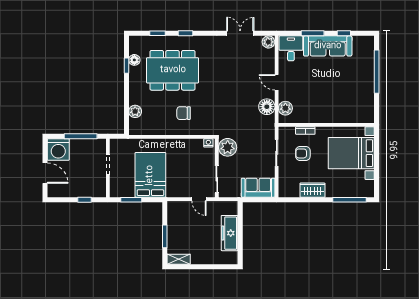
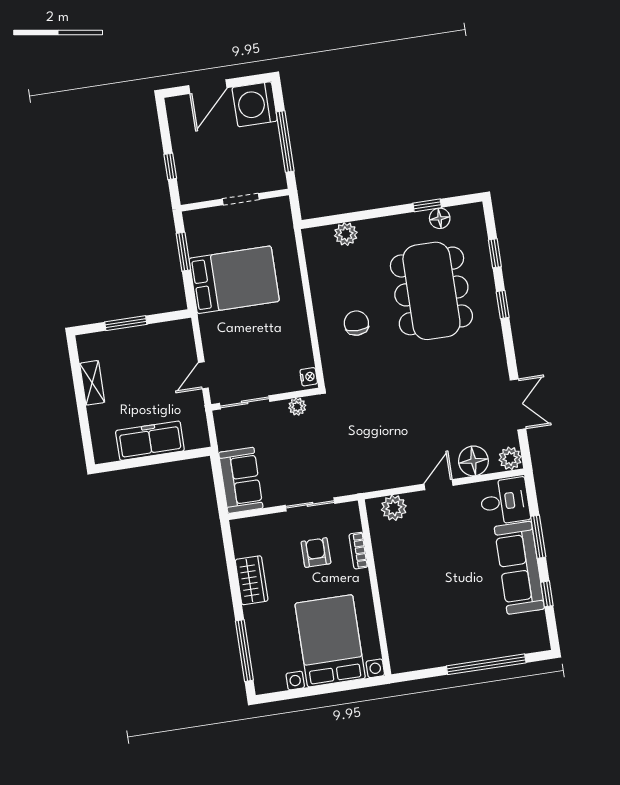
floor lamp: (267, 107) -> (473, 461), moved
plant: (228, 147) -> (297, 407), width x0.53, depth x0.53
shelving: (179, 259) -> (92, 383), moved

